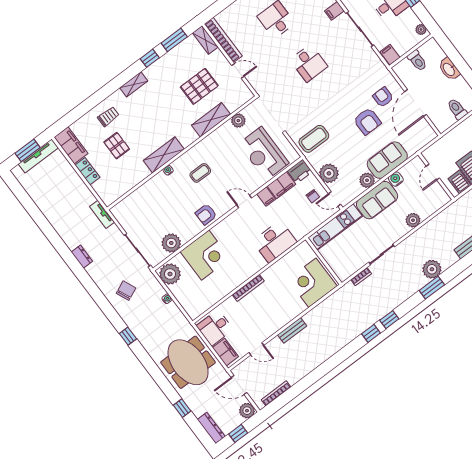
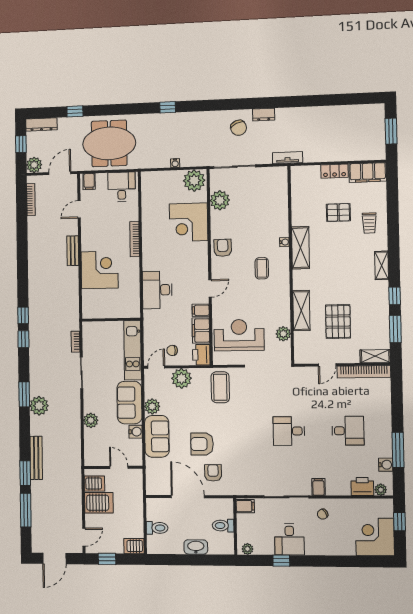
armchair: (383, 97) -> (213, 473), turned -90
tv unit: (38, 156) -> (379, 137), removed
corner desk: (312, 283) -> (100, 270), moved
chair: (126, 291) -> (239, 128), moved
filing cabinet: (225, 352) -> (89, 182), width x0.50

